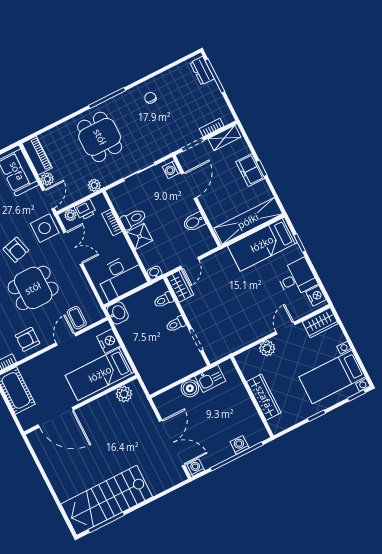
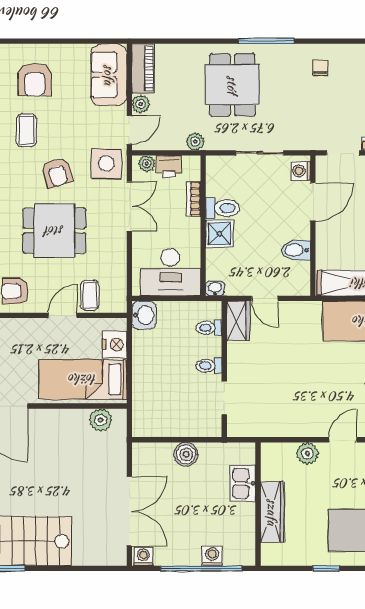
door: (190, 263) -> (265, 298), hinge flipped
kitchen sink: (210, 379) -> (243, 483), moved, turned 90

